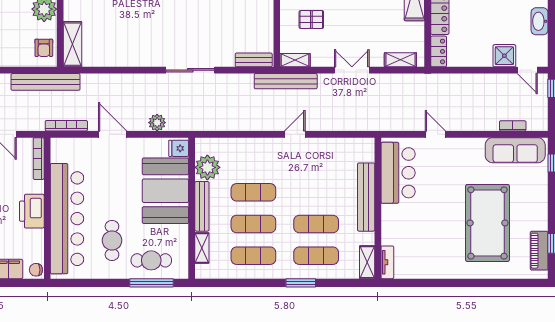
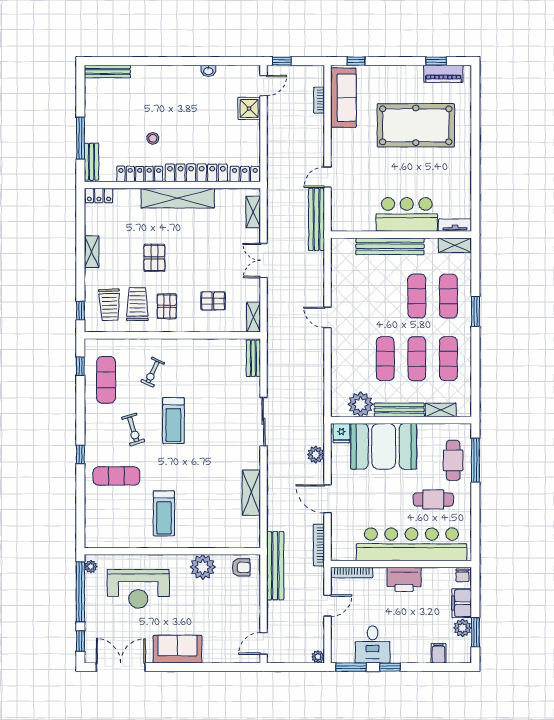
pallet: (311, 20) -> (213, 301), turned 90
washbasin: (540, 21) -> (208, 71), width x0.52, depth x0.69
shelving: (72, 44) -> (251, 493), moved, turned 90
bench: (286, 81) -> (317, 219), moved
door: (113, 134) -> (327, 499), hinge flipped
bar counter: (398, 173) -> (407, 214), moved

